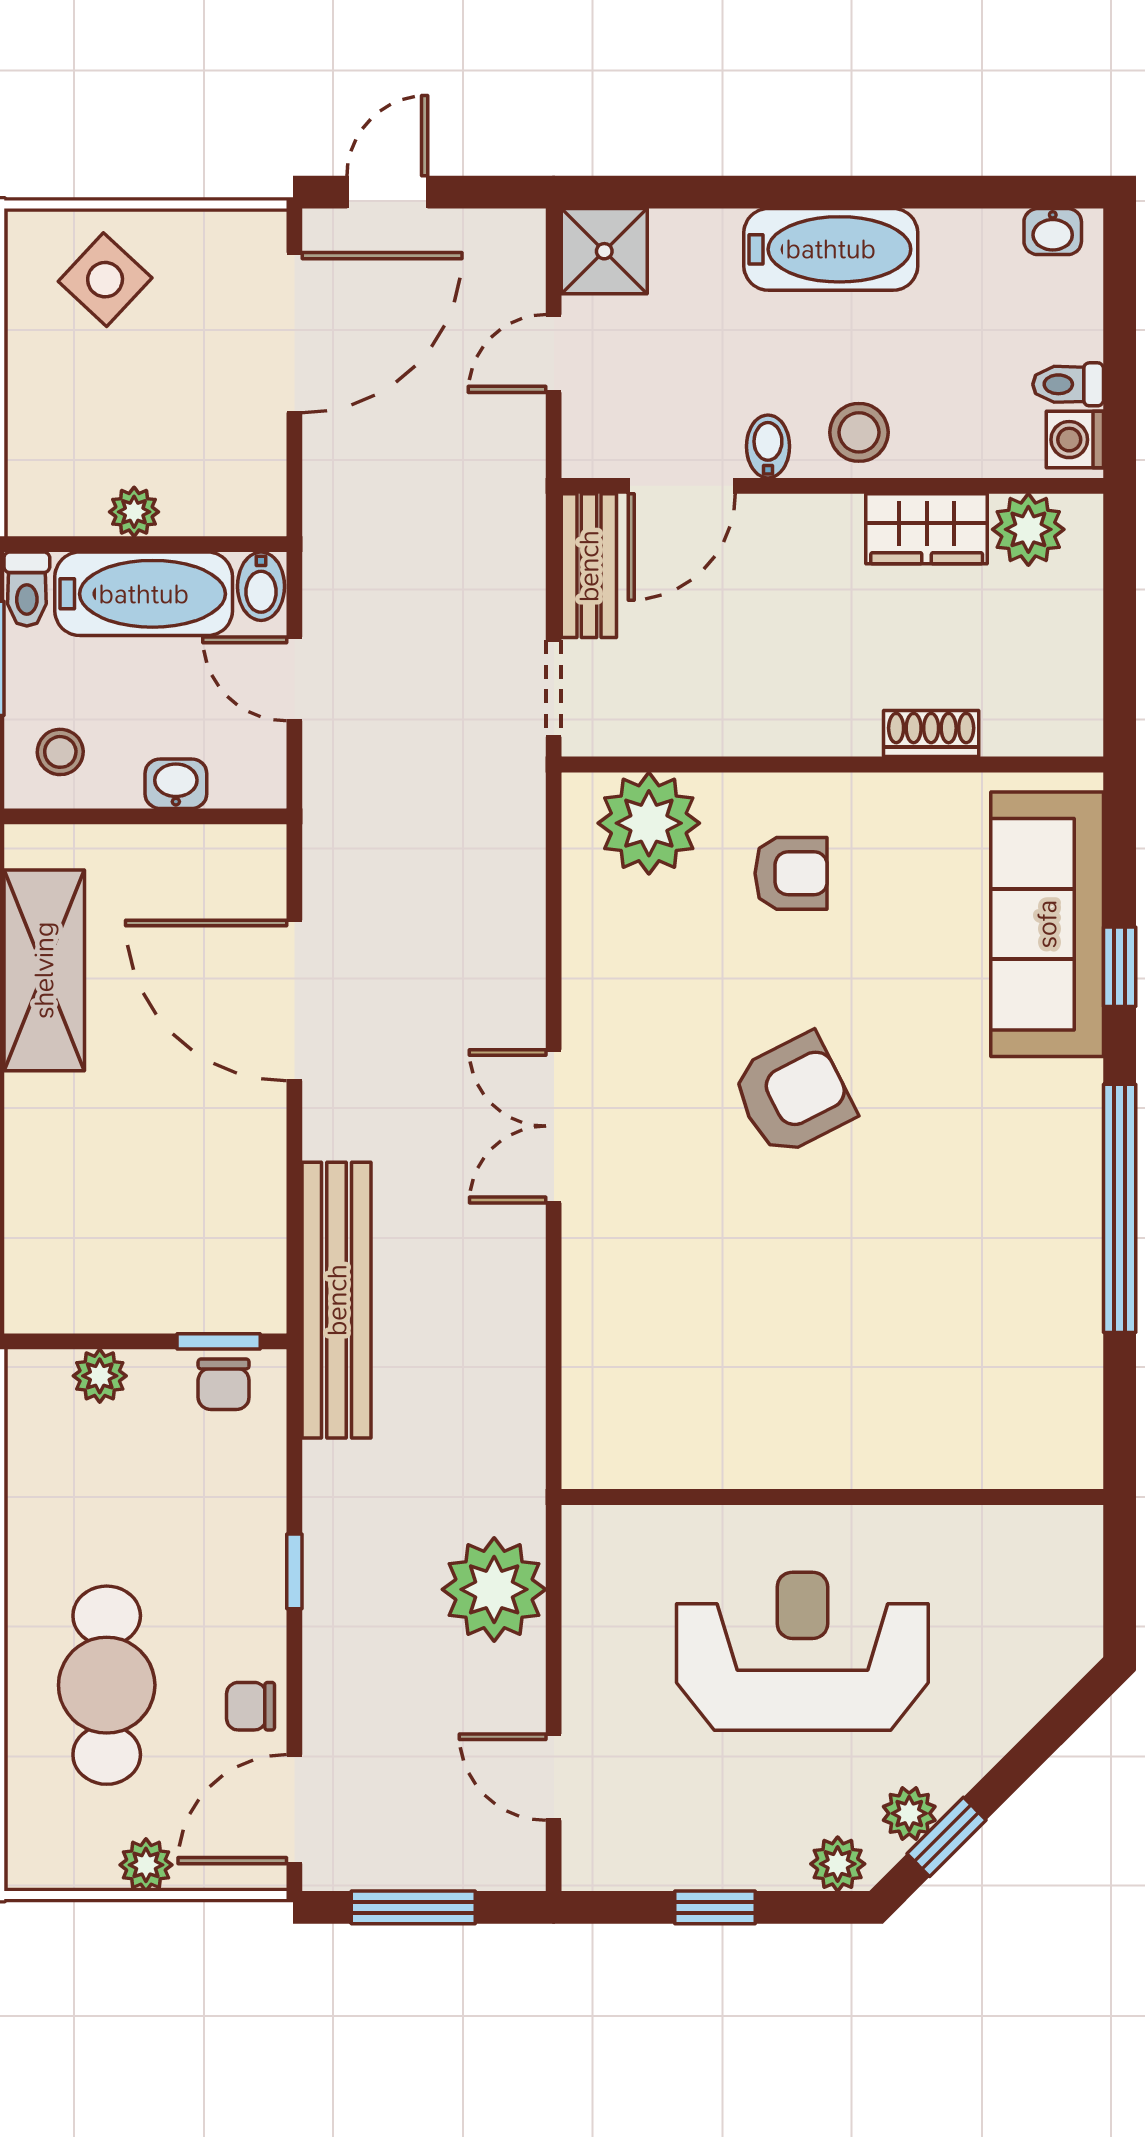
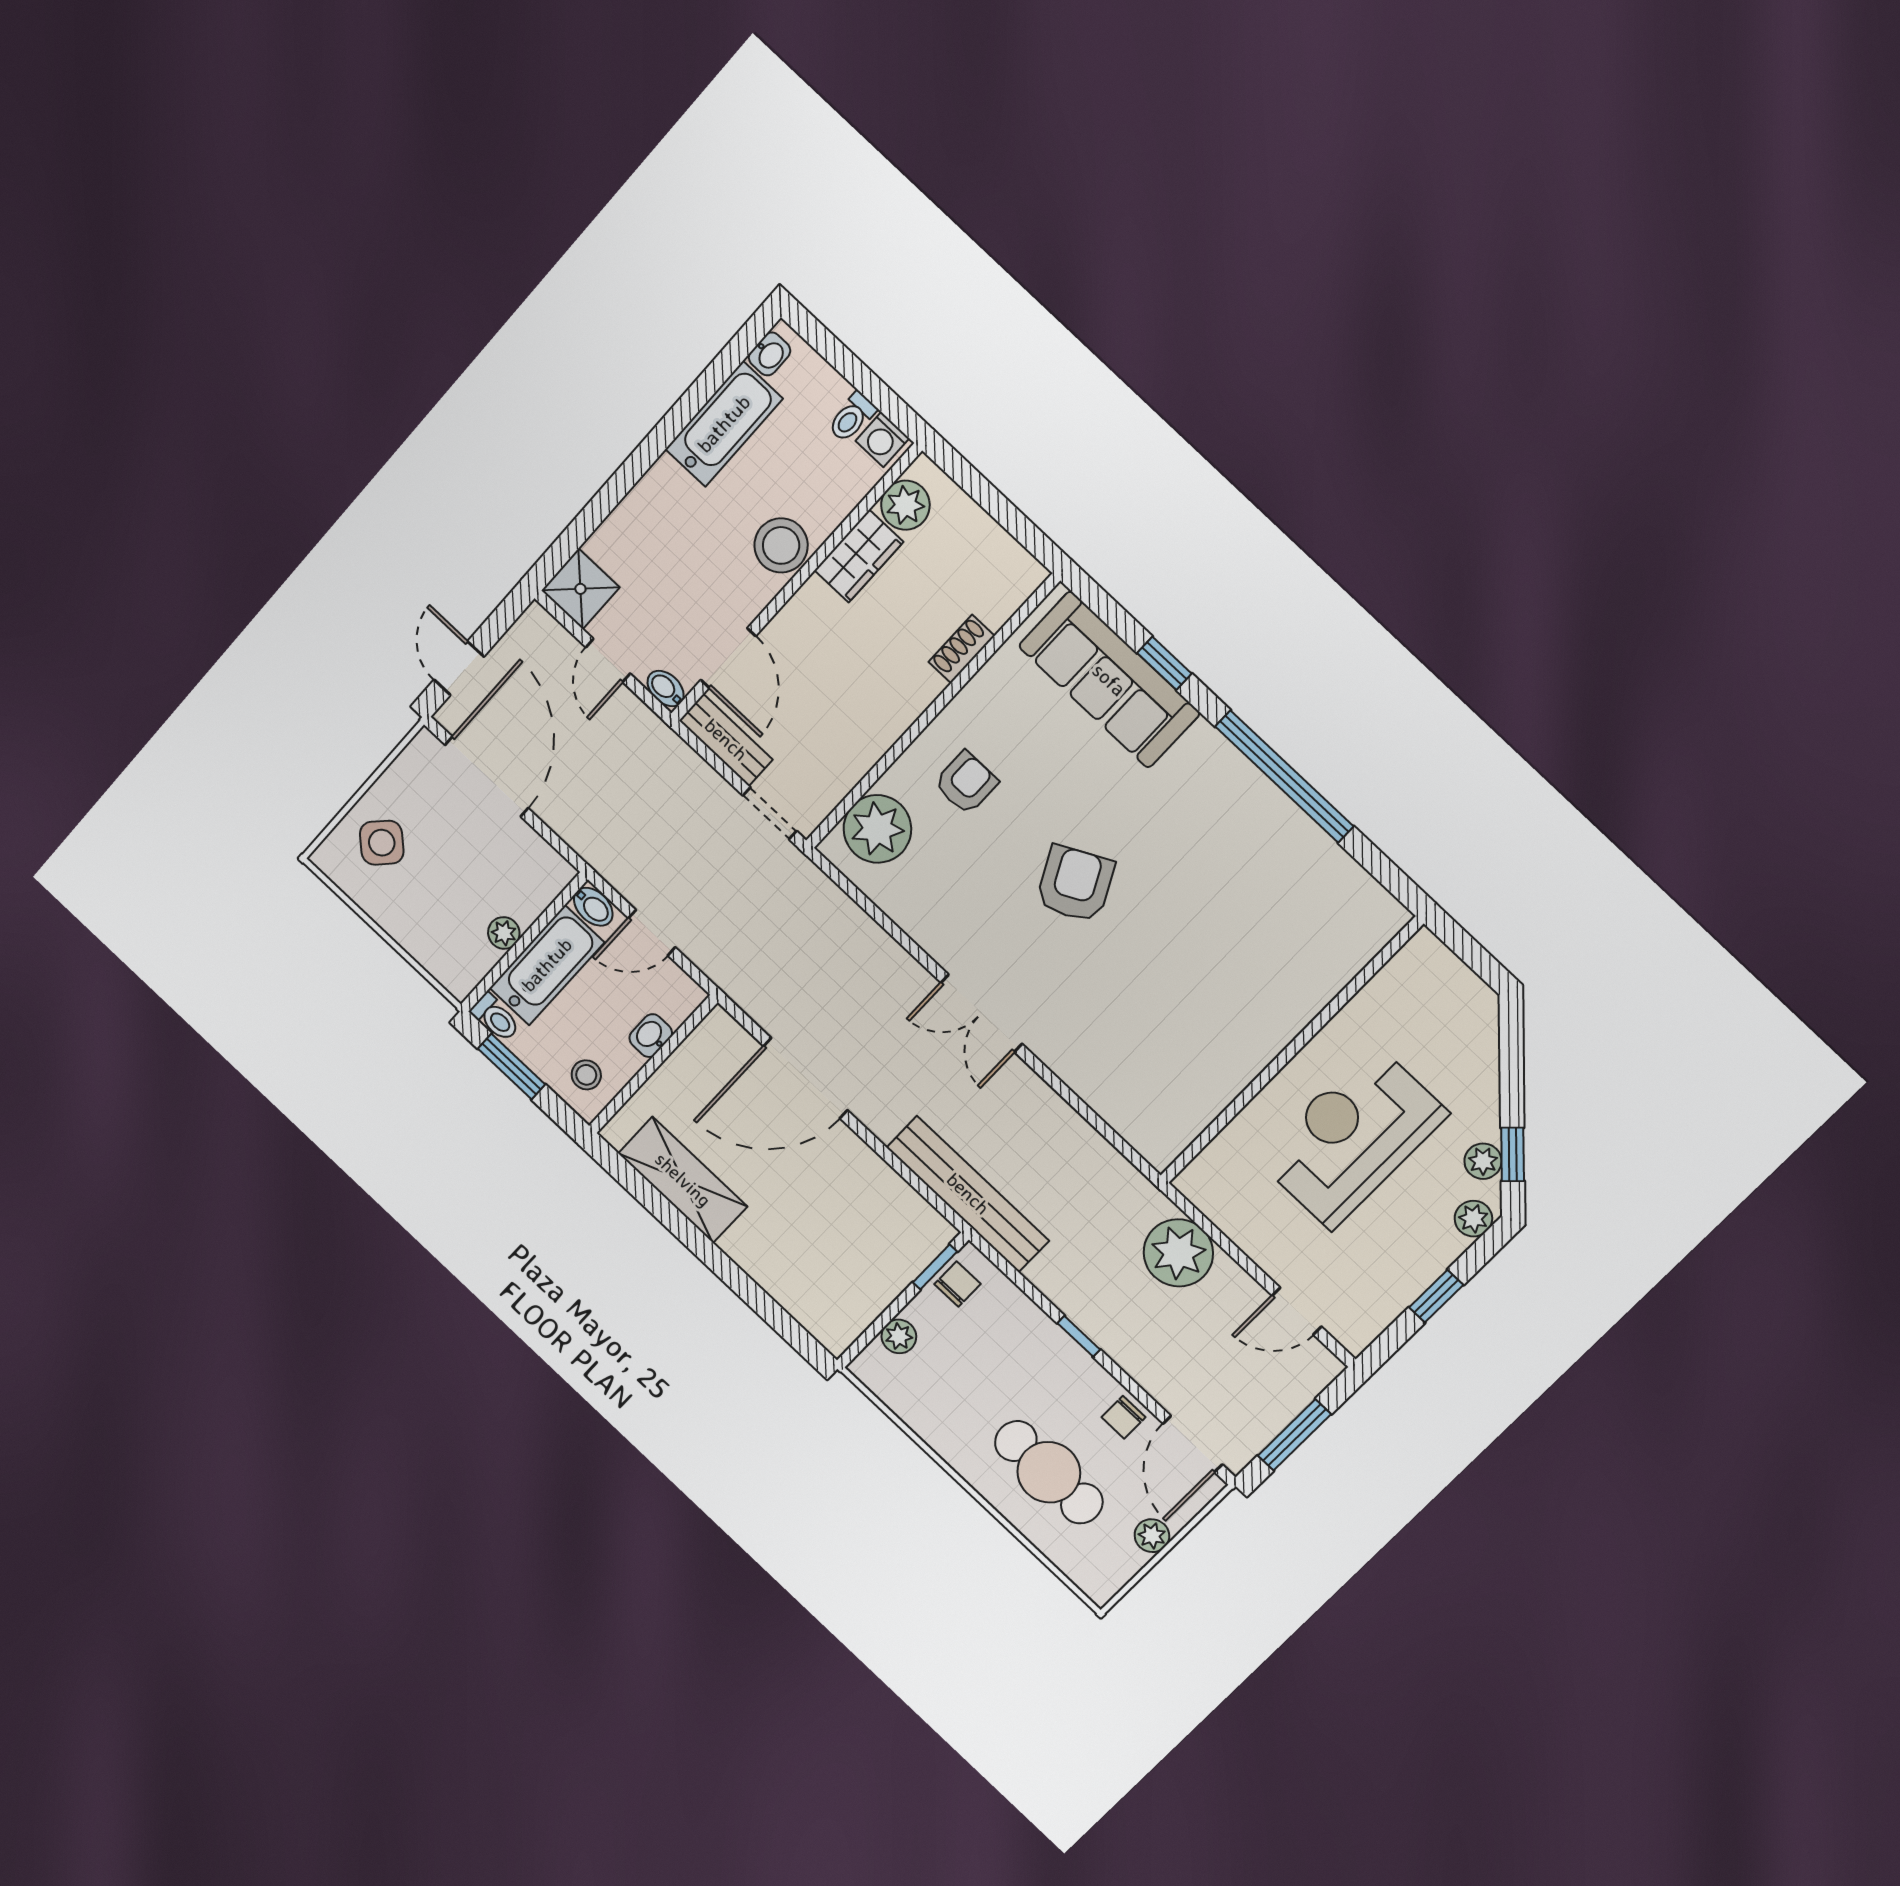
bathtub: (831, 249) -> (724, 424), moved
stool: (859, 432) -> (781, 545), width x1.38, depth x1.38
bidet: (768, 446) -> (666, 689), moved
chair: (224, 1384) -> (958, 1284), turned -90

